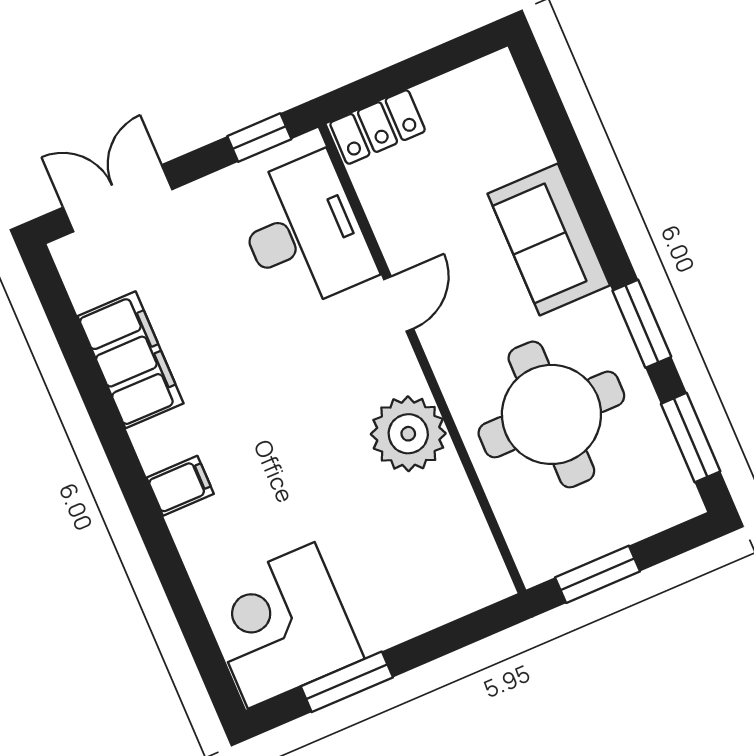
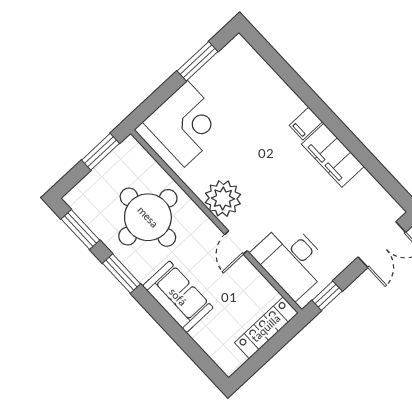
locker: (378, 127) -> (266, 328), width x1.53
filing cabinet: (130, 360) -> (333, 155), moved
plant: (408, 434) -> (223, 198), moved
corner desk: (281, 625) -> (186, 124), moved

